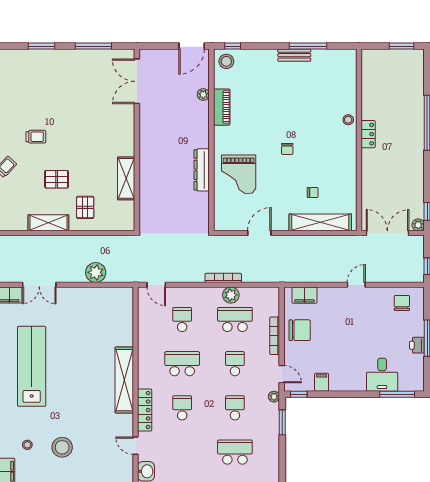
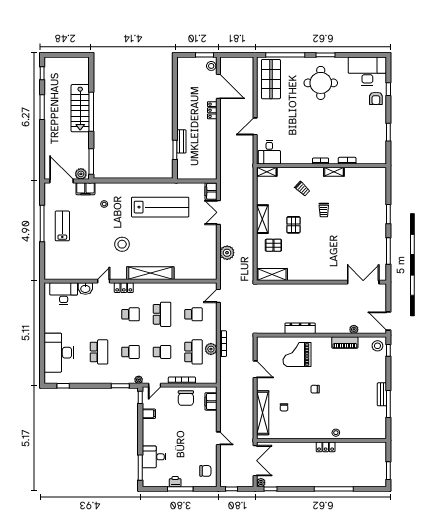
shelving: (126, 178) -> (272, 274), moved
locker: (145, 410) -> (124, 288), width x0.66
stool: (62, 447) -> (122, 244), moved

